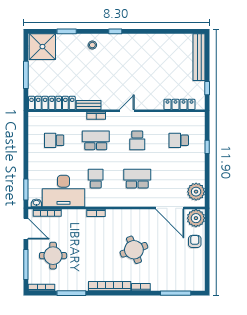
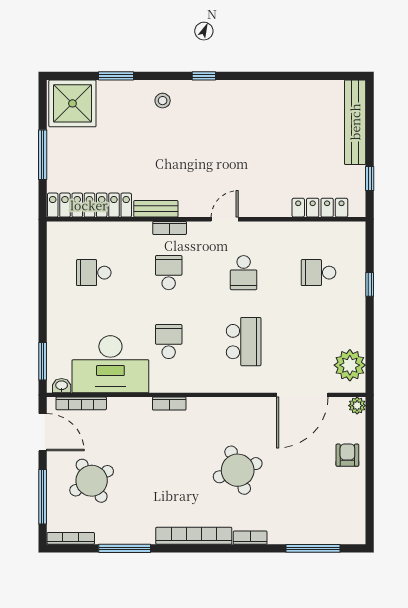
school desk: (96, 140) -> (169, 273), width x0.54
school desk: (137, 179) -> (244, 342), turned 90
door: (170, 208) -> (302, 395), hinge flipped
plant: (196, 218) -> (357, 406), width x0.53, depth x0.53
round table: (53, 256) -> (92, 481), turned -31

